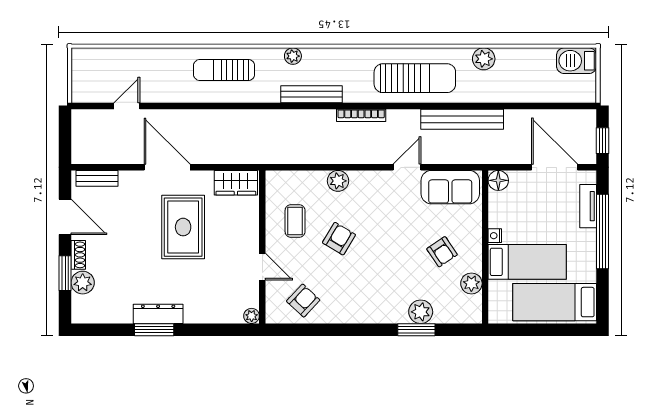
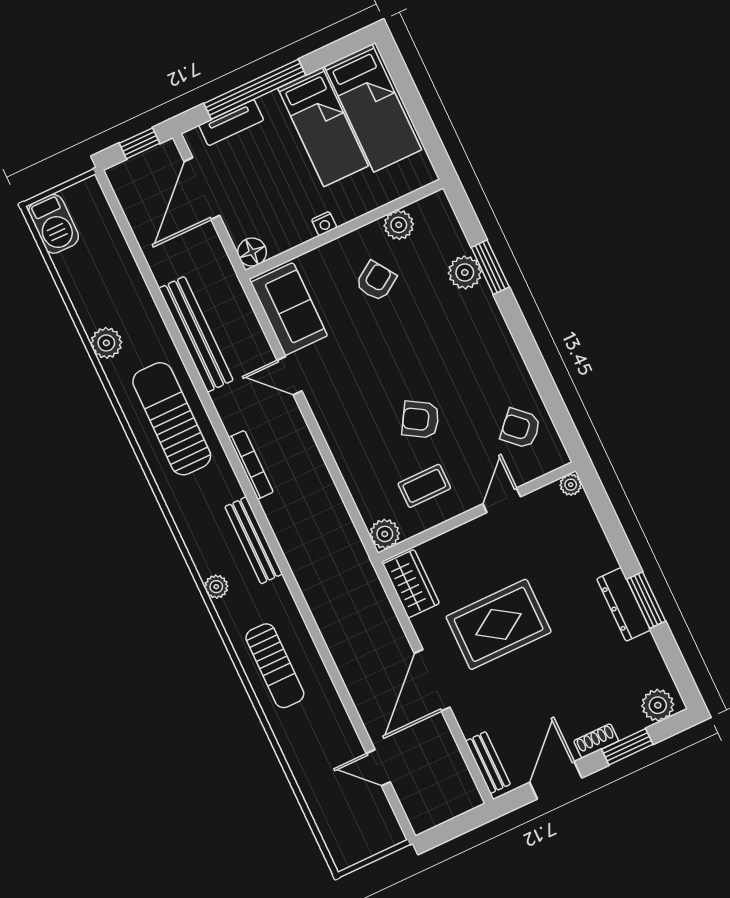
plant: (338, 181) -> (385, 534), moved
bed: (527, 262) -> (323, 127), moved, turned 180
plant: (83, 283) -> (658, 705), moved

